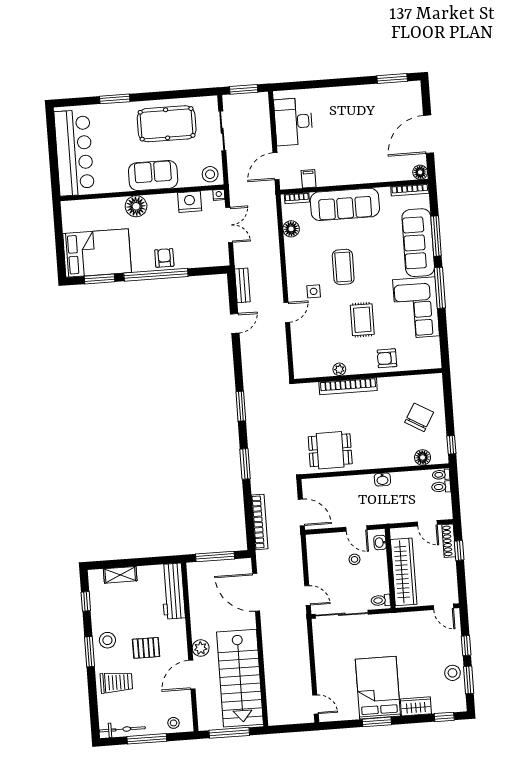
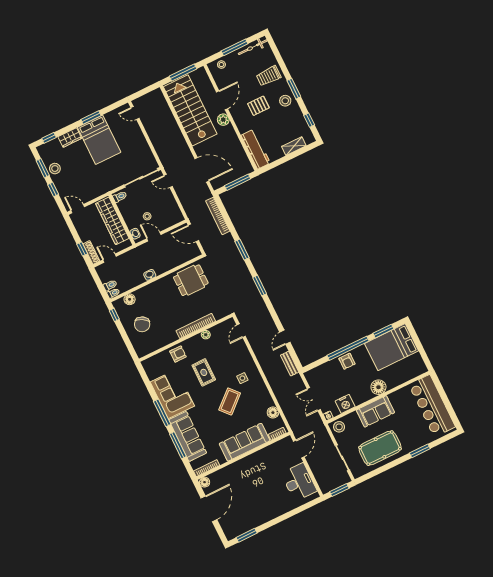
filing cabinet: (309, 179) -> (275, 449), removed
coffee table: (343, 267) -> (230, 401), turned 48
door: (287, 312) -> (241, 331), moved

